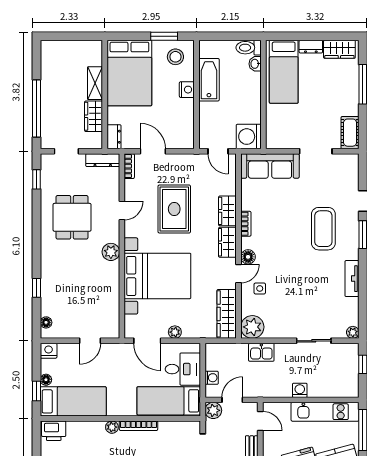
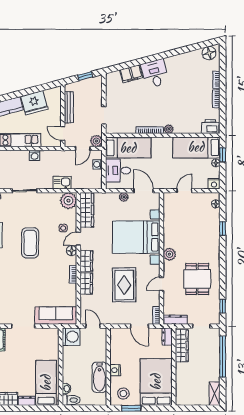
shelving: (95, 83) -> (215, 394), moved
wardrobe: (94, 116) -> (182, 346), width x1.50
coffee table: (323, 229) -> (30, 243), moved

